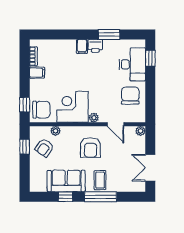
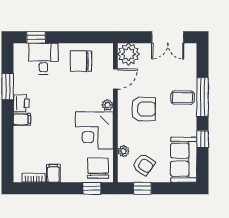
desk: (132, 64) -> (43, 59), width x0.73
plant: (140, 131) -> (129, 54), width x1.88, depth x1.88
sofa: (66, 181) -> (184, 160), moved

